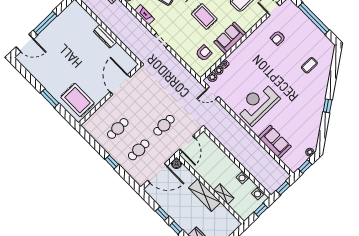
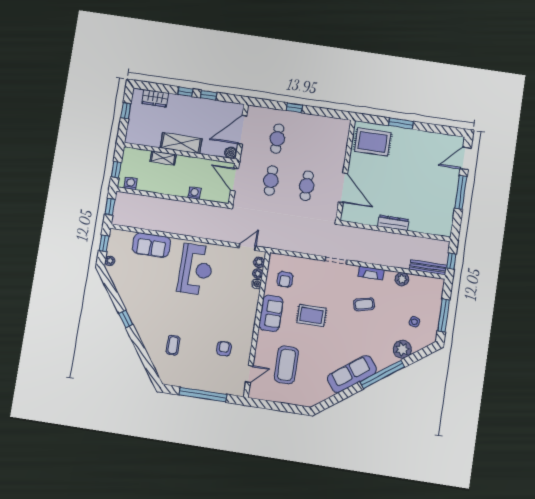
cafe table: (118, 128) -> (307, 186), moved
washing machine: (243, 177) -> (194, 193), moved

